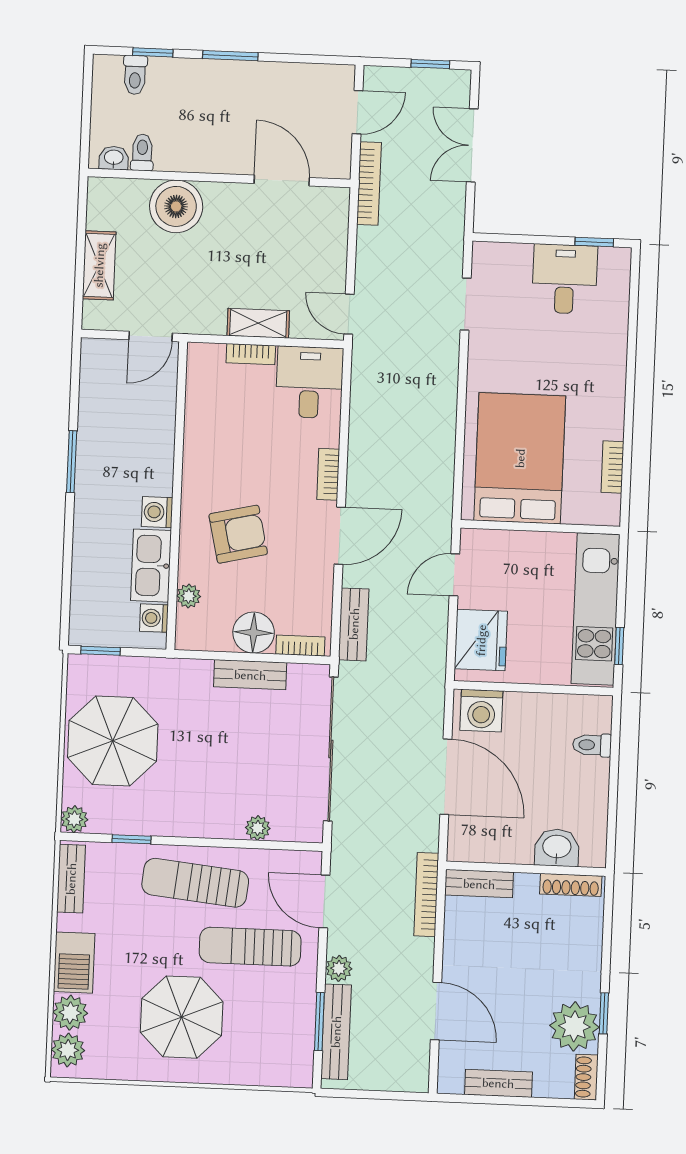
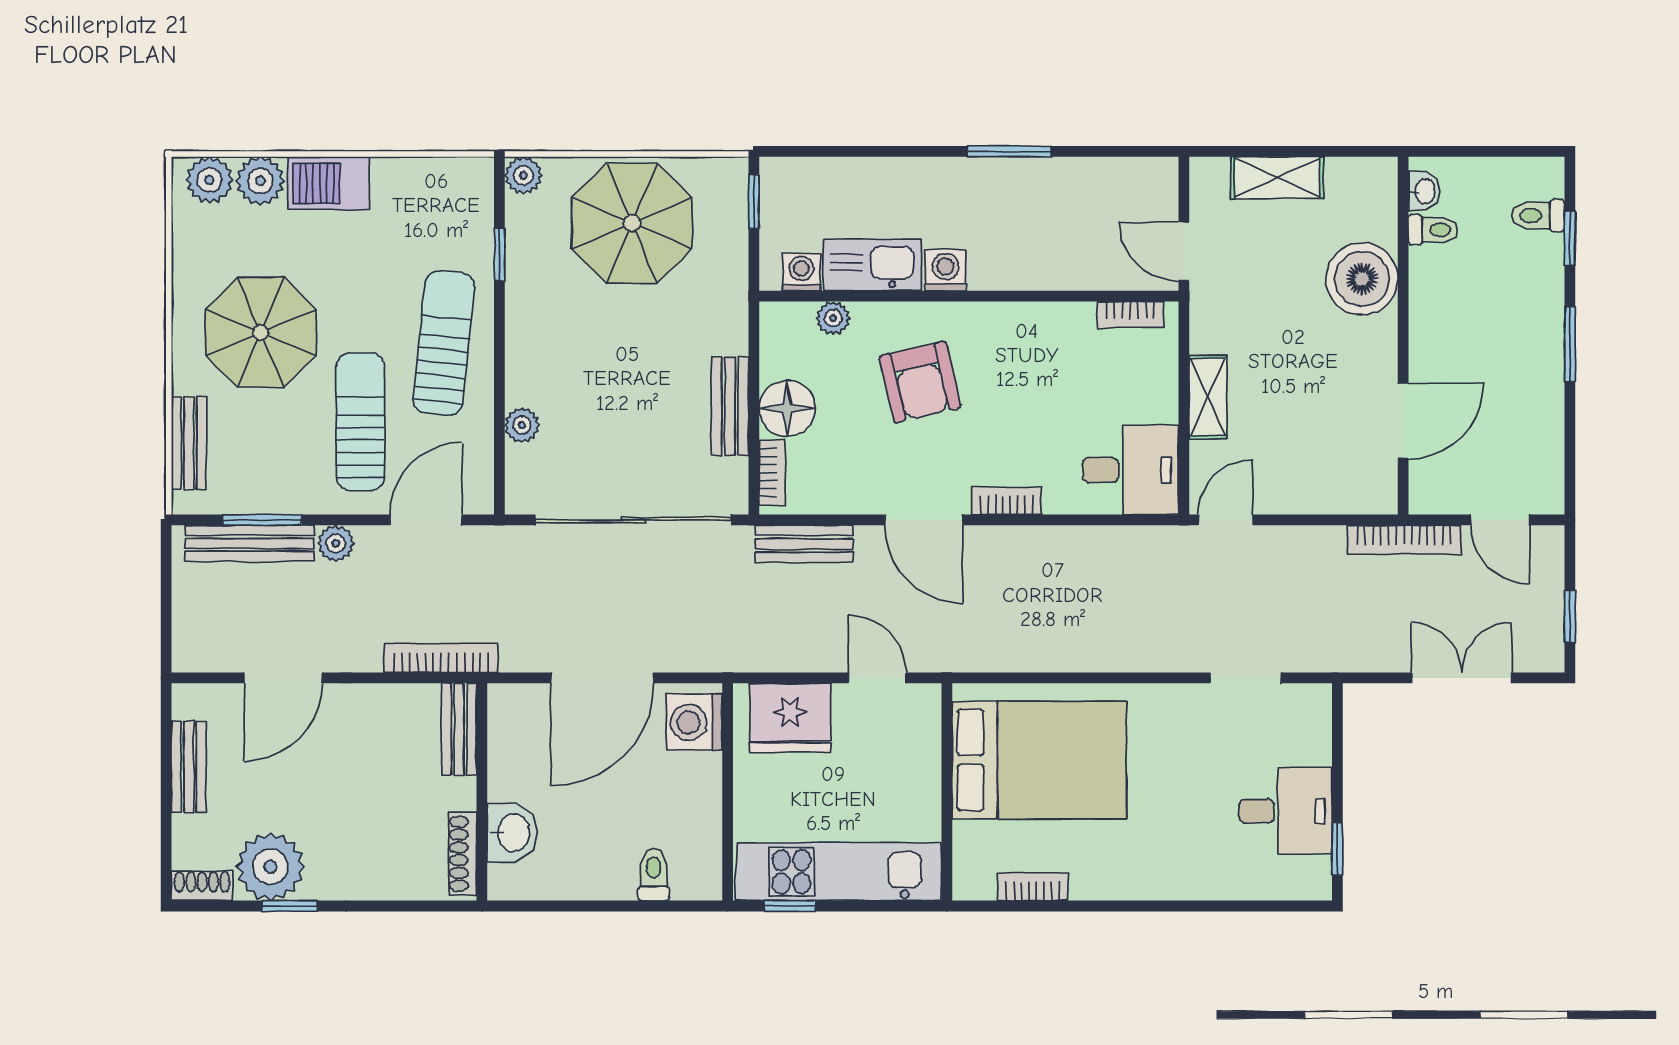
bookcase: (251, 354) -> (1130, 315), moved, turned -90
bench: (71, 879) -> (189, 443), moved, turned 90

